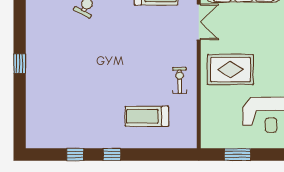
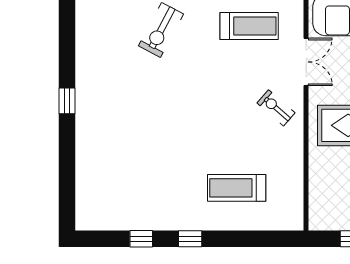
window: (20, 64) -> (67, 101), moved
exercise bike: (180, 80) -> (276, 108), moved, turned -48

